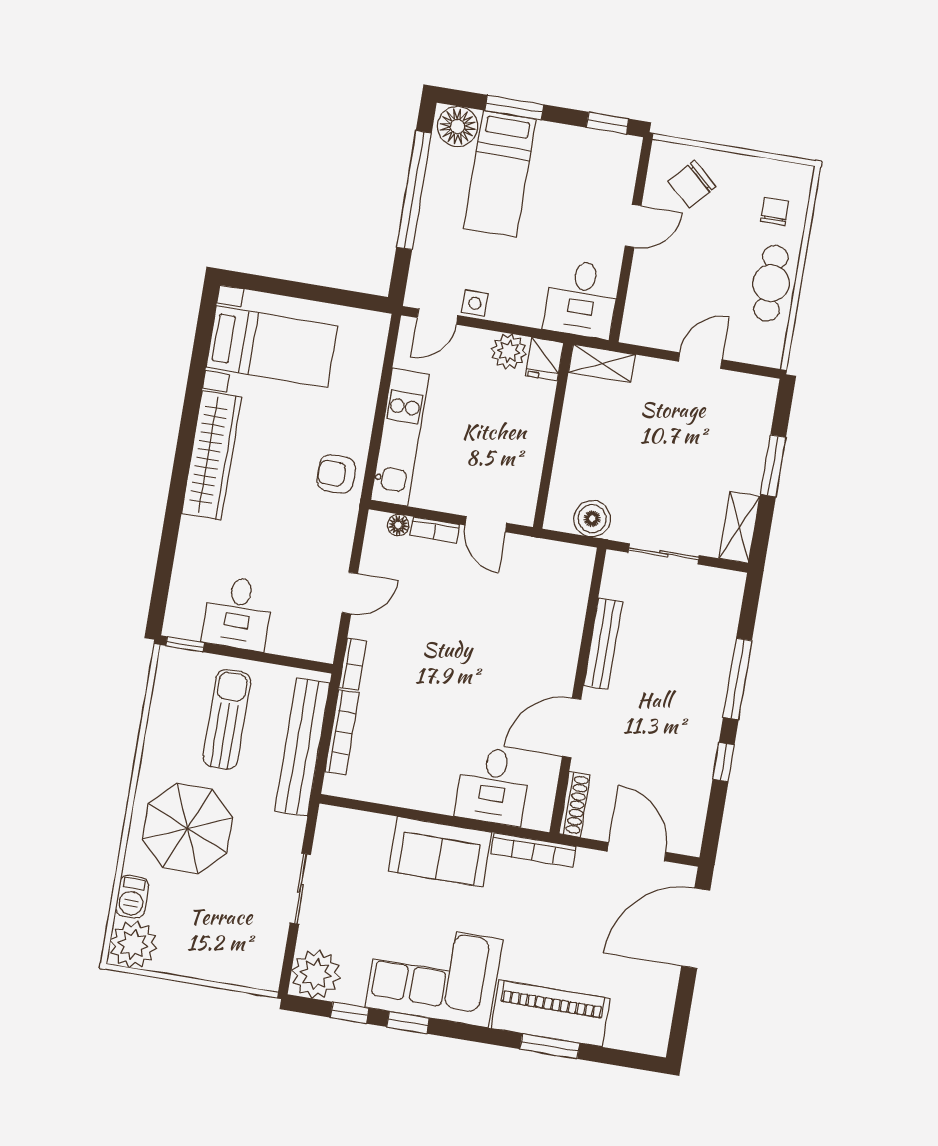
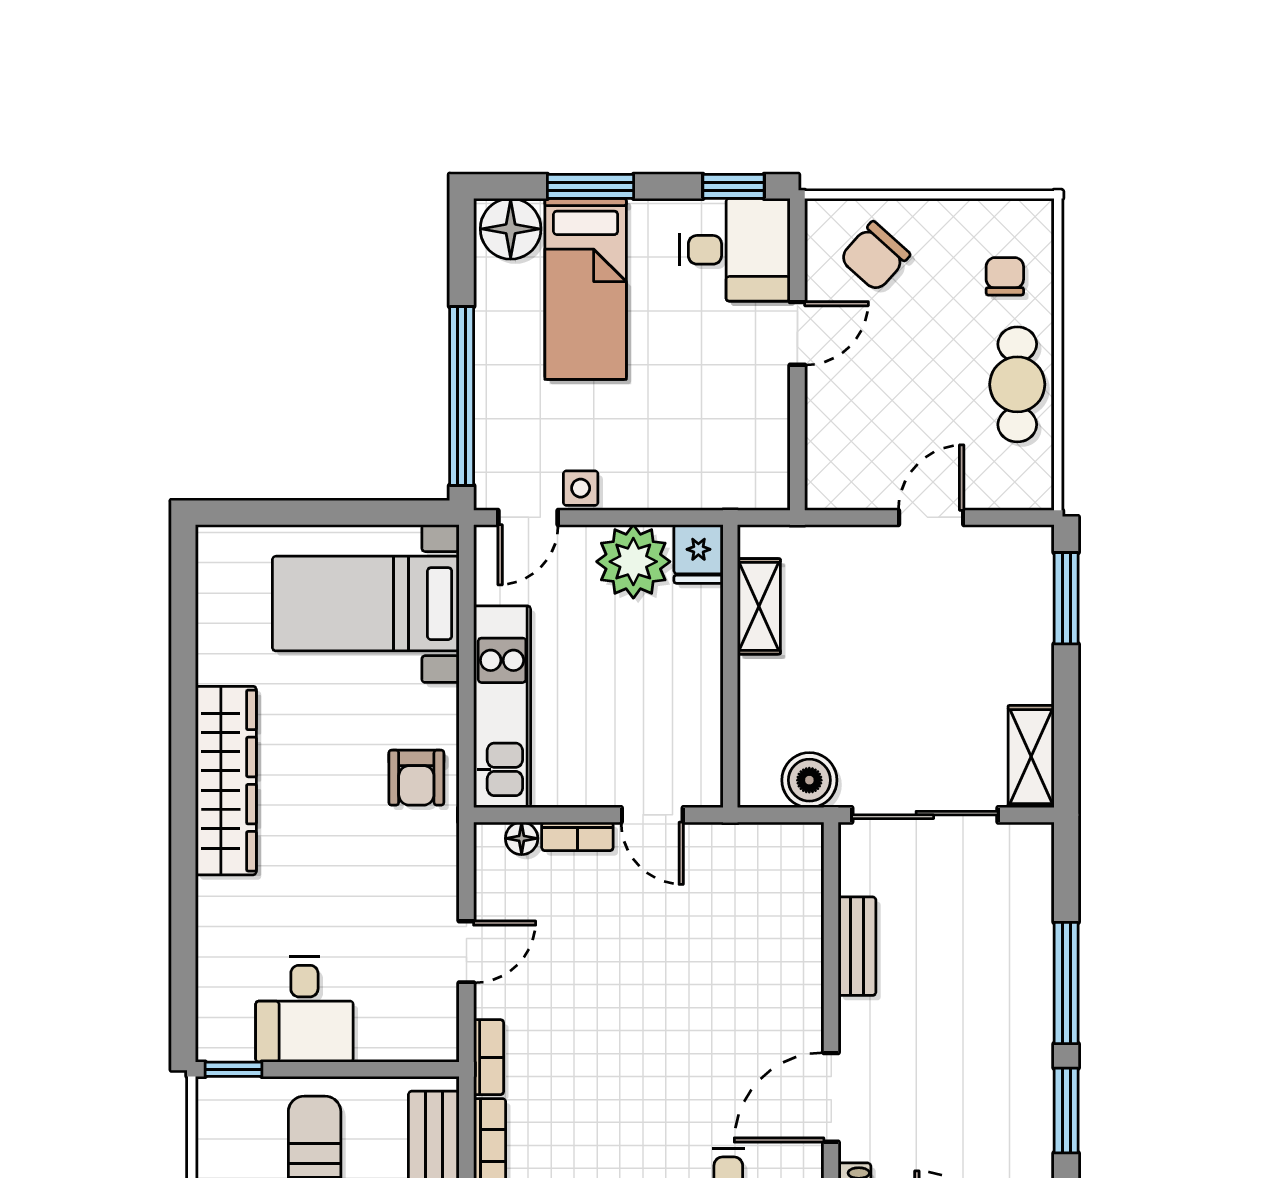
window: (414, 190) -> (462, 396), moved
desk: (582, 299) -> (735, 250), moved, turned -90
bed with nightstands: (272, 347) -> (366, 604), moved, turned 180
plant: (509, 351) -> (633, 562), width x1.36, depth x1.36
shelving: (602, 363) -> (759, 606), moved, turned 90
window: (773, 466) -> (1066, 598), moved
armchair: (336, 474) -> (416, 778), turned -90
sliding door: (664, 554) -> (925, 815), width x1.37
bench: (603, 644) -> (857, 946), width x0.73
window: (724, 762) -> (1066, 1111), width x1.50

